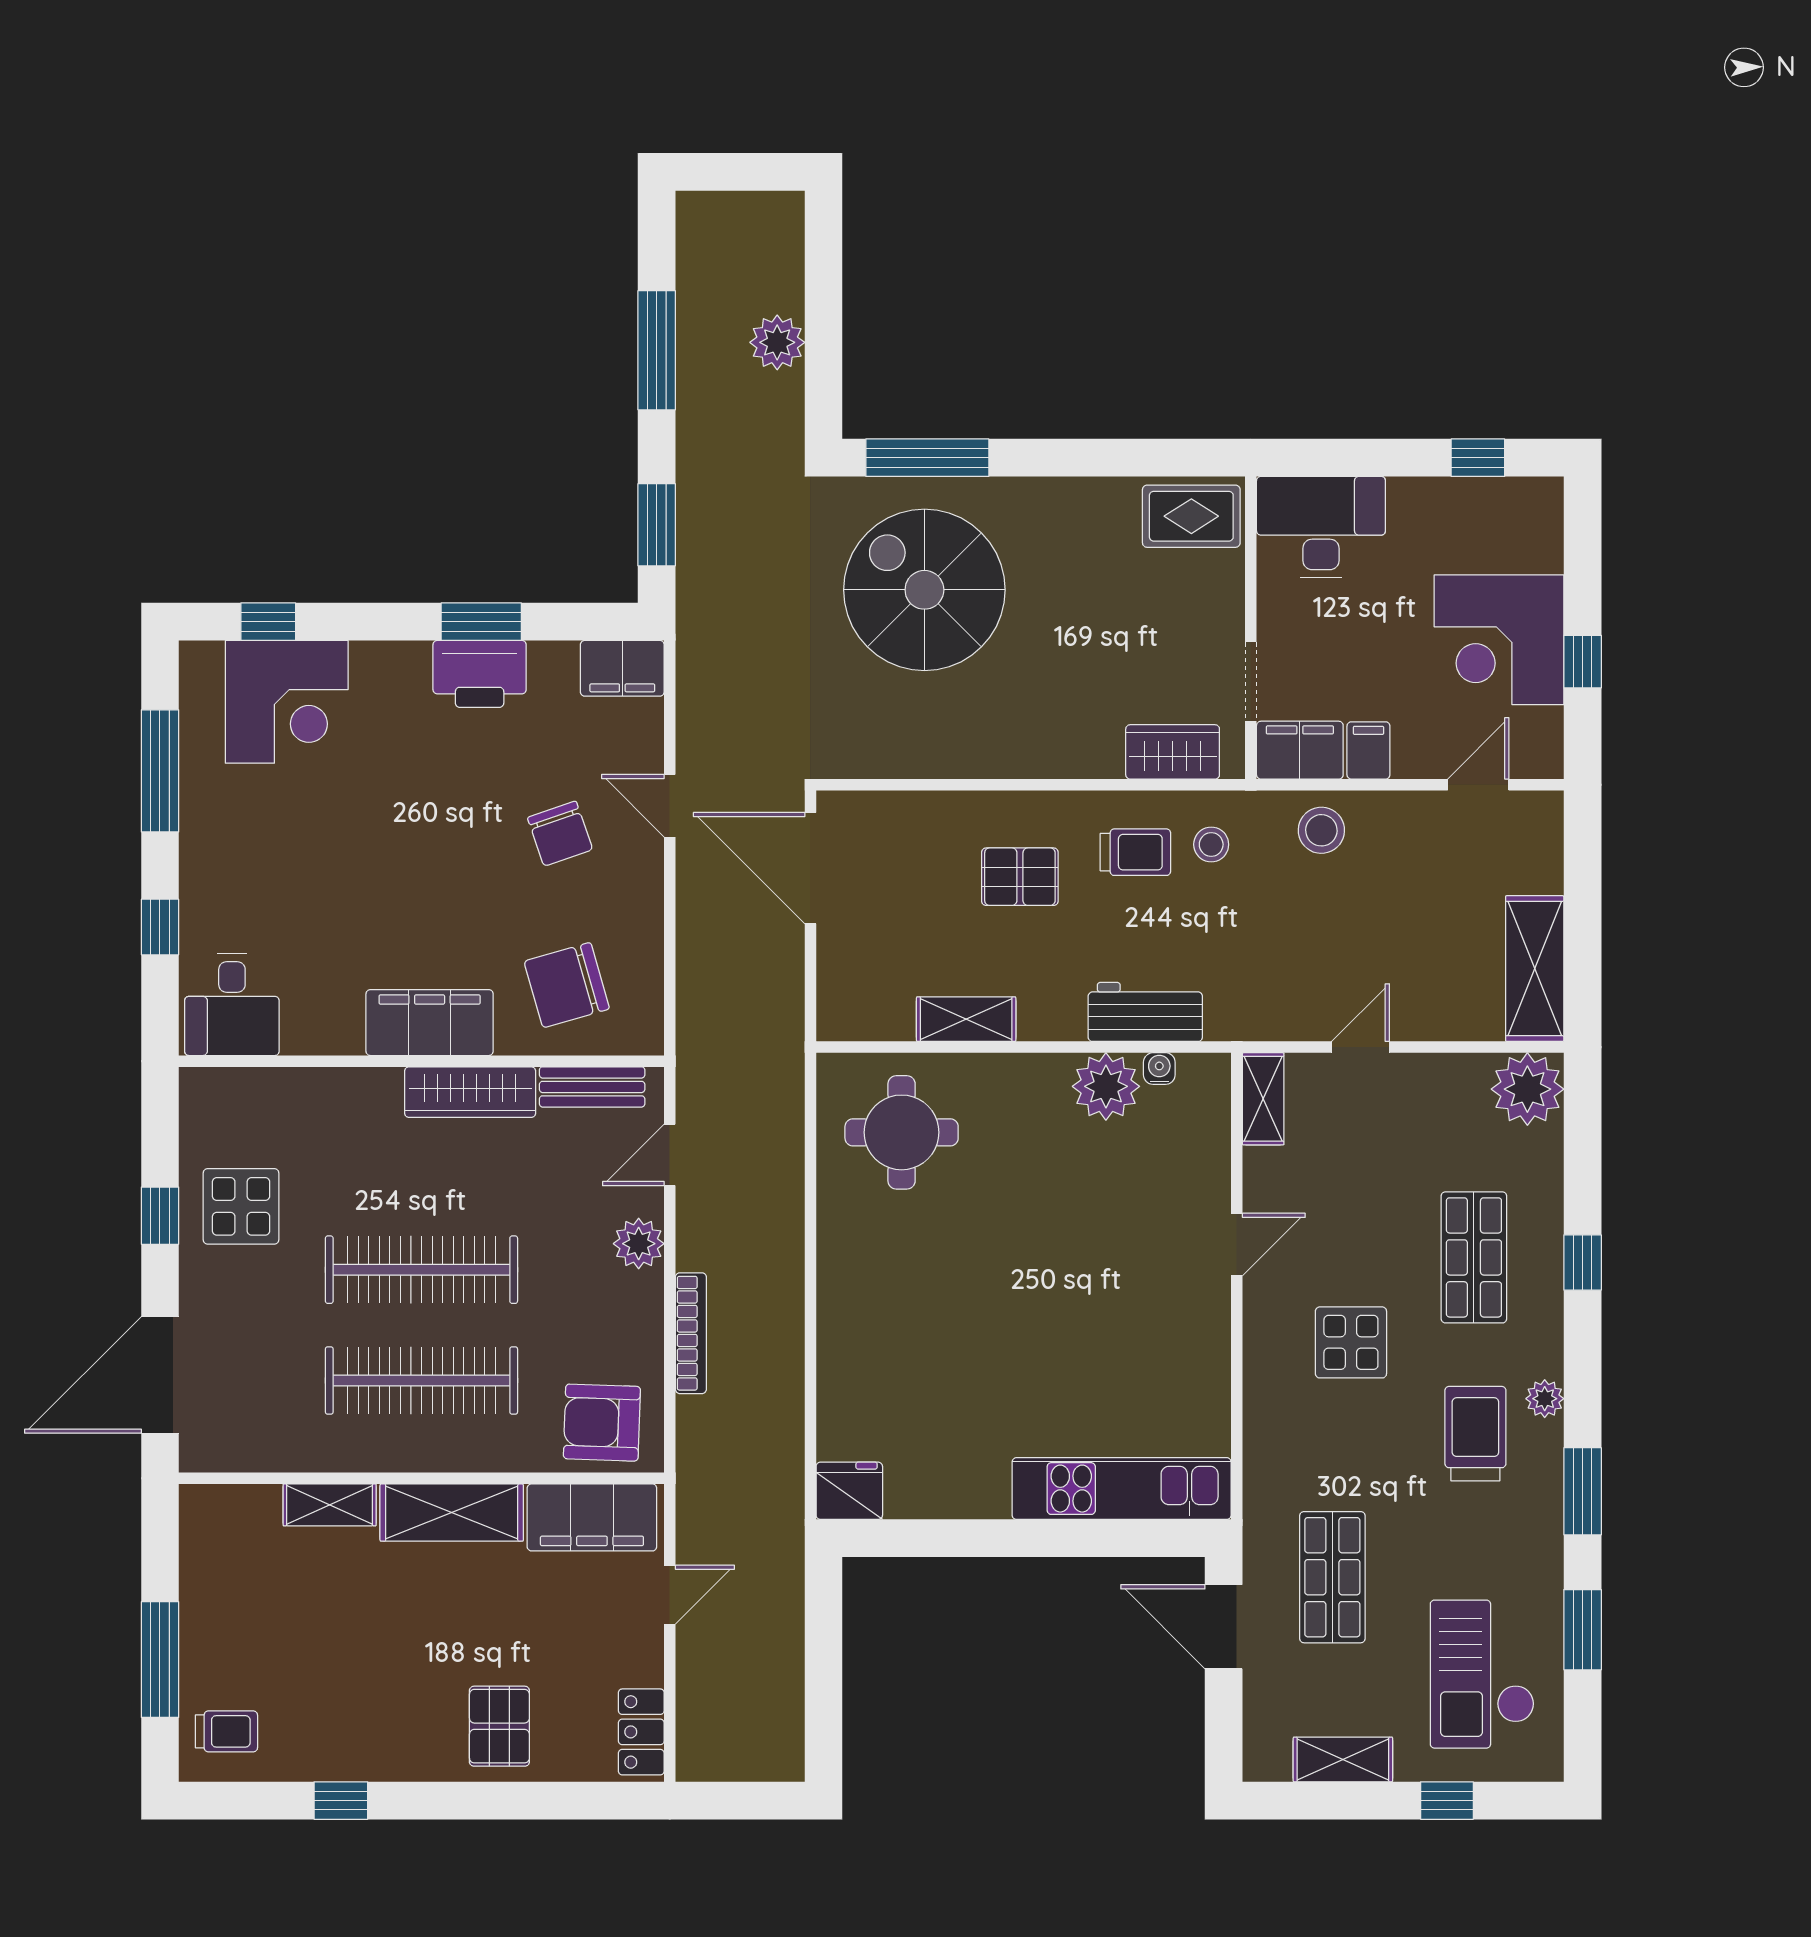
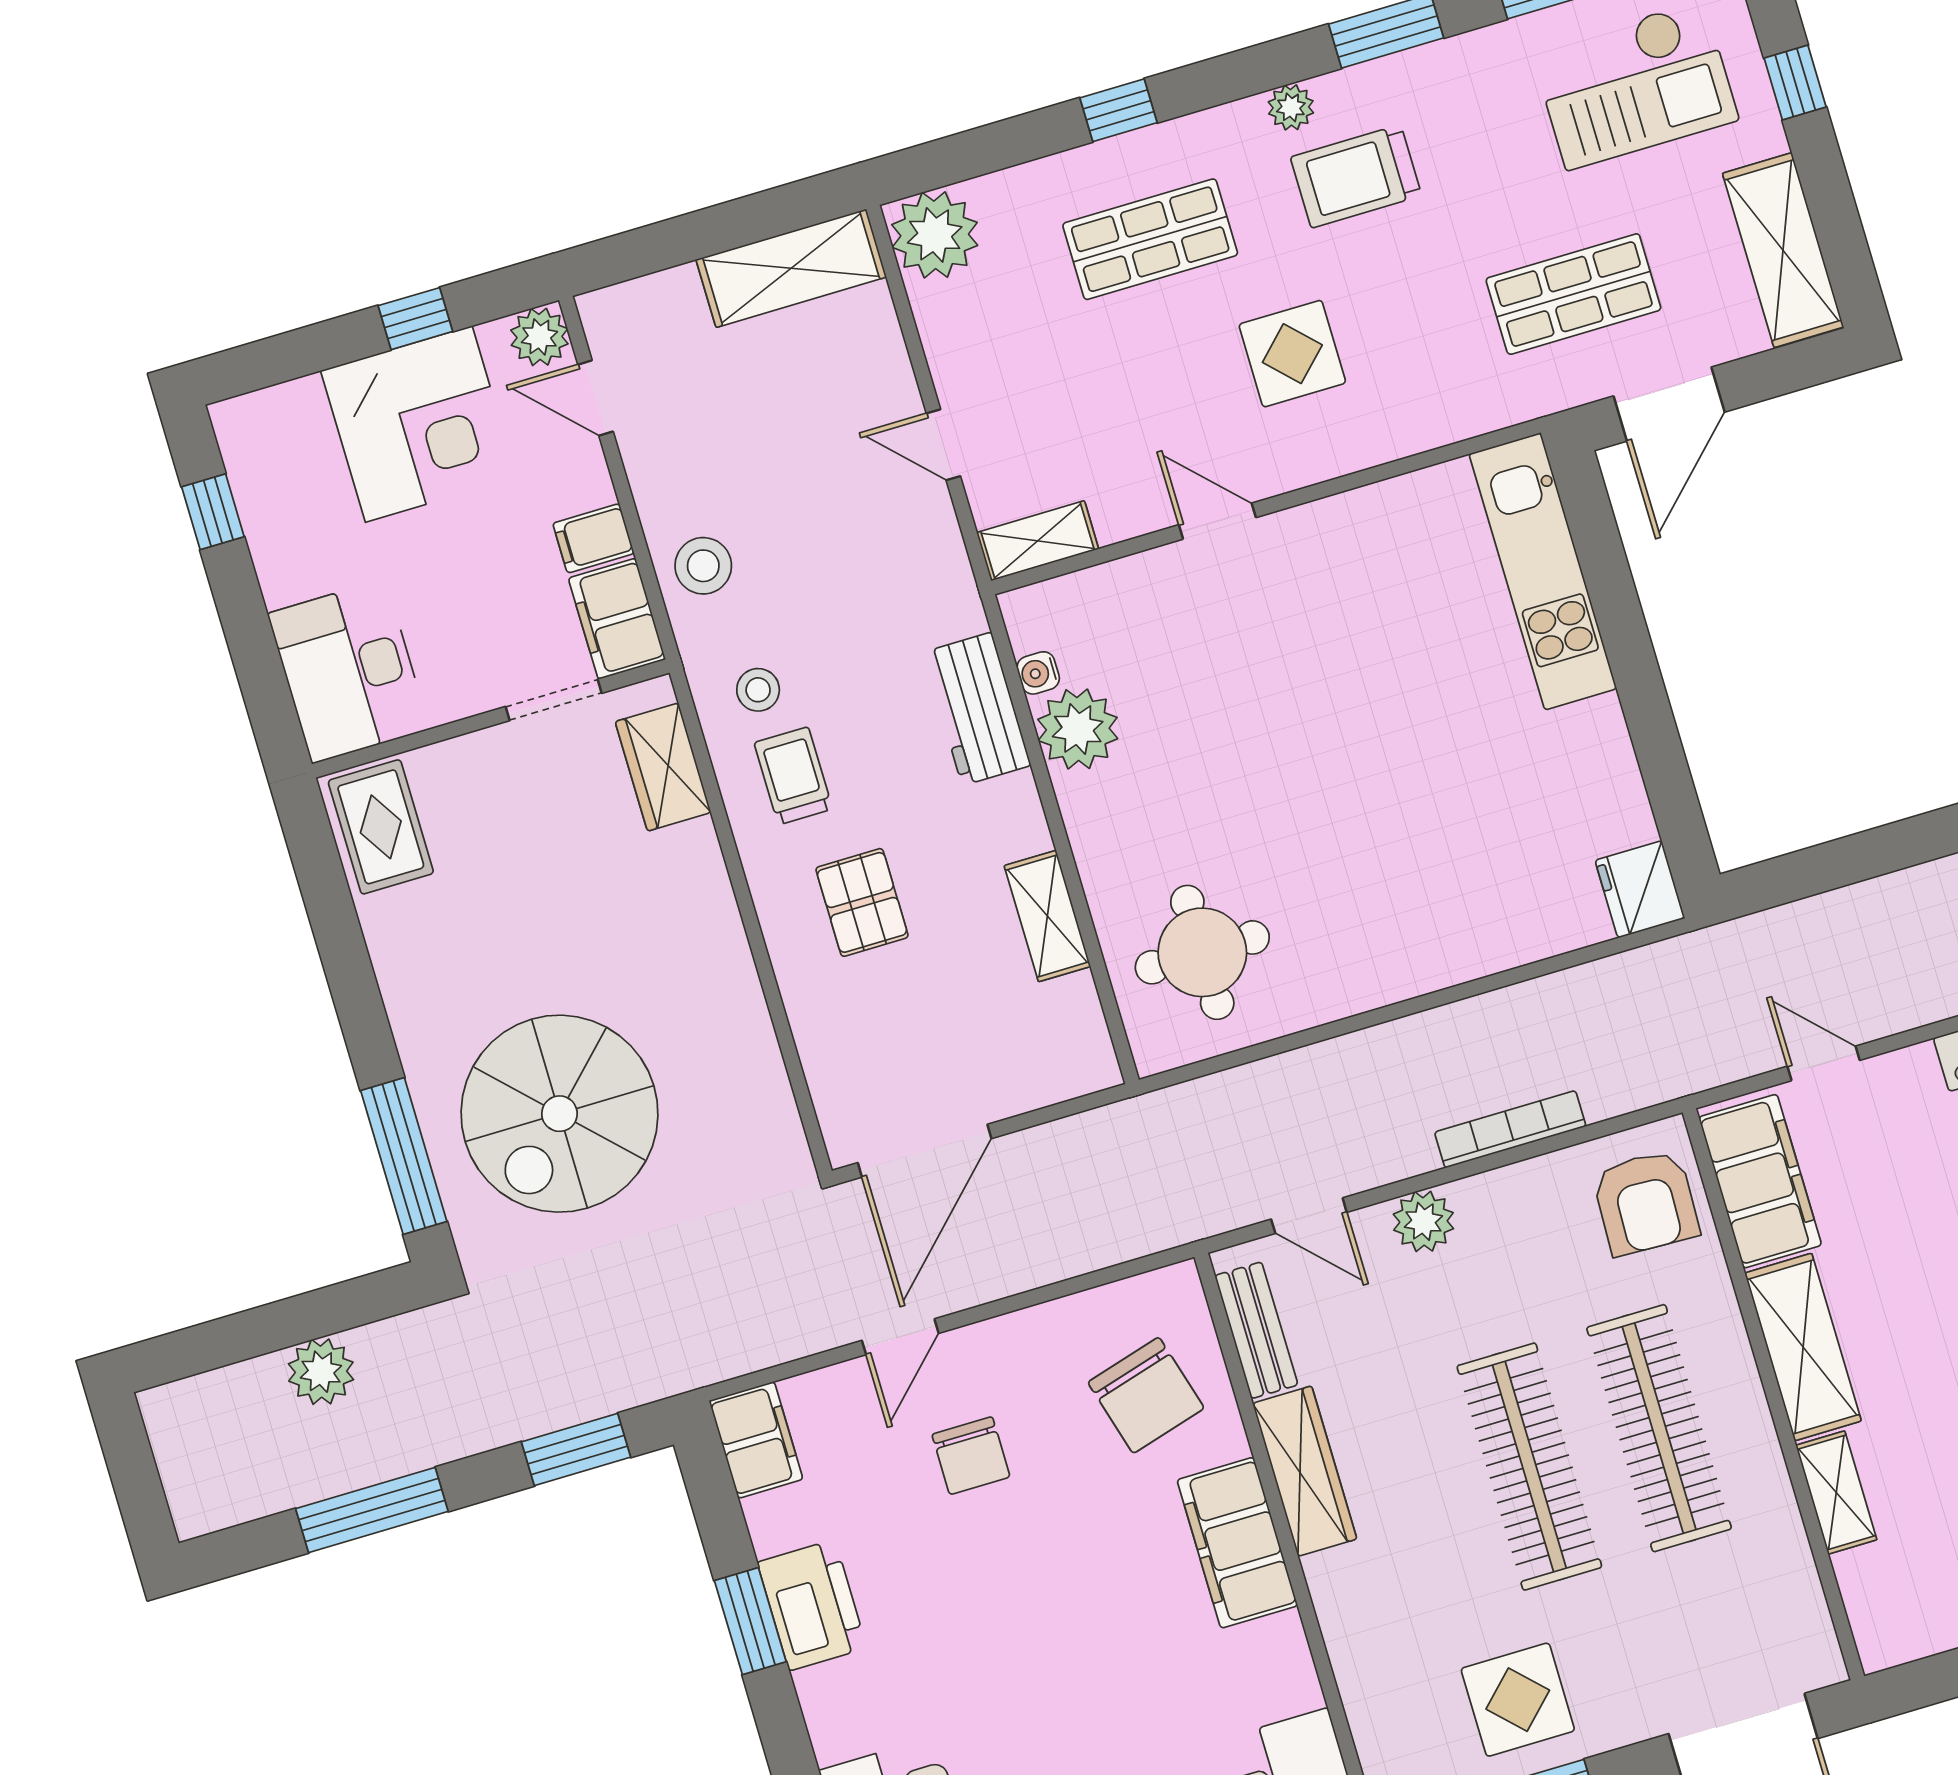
plant: (1539, 755) -> (539, 337), added
chair: (560, 834) -> (971, 1456), turned 109
shelving: (1343, 1759) -> (1783, 250), width x1.50, depth x1.33

